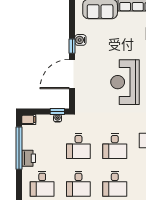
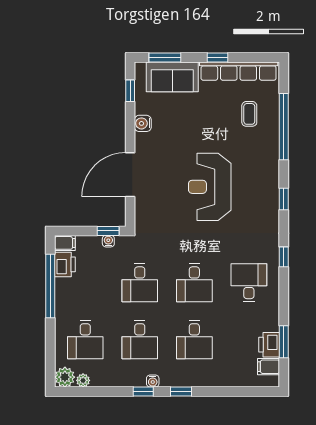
window: (72, 46) -> (130, 91), moved
printer: (29, 158) -> (65, 264), moved

